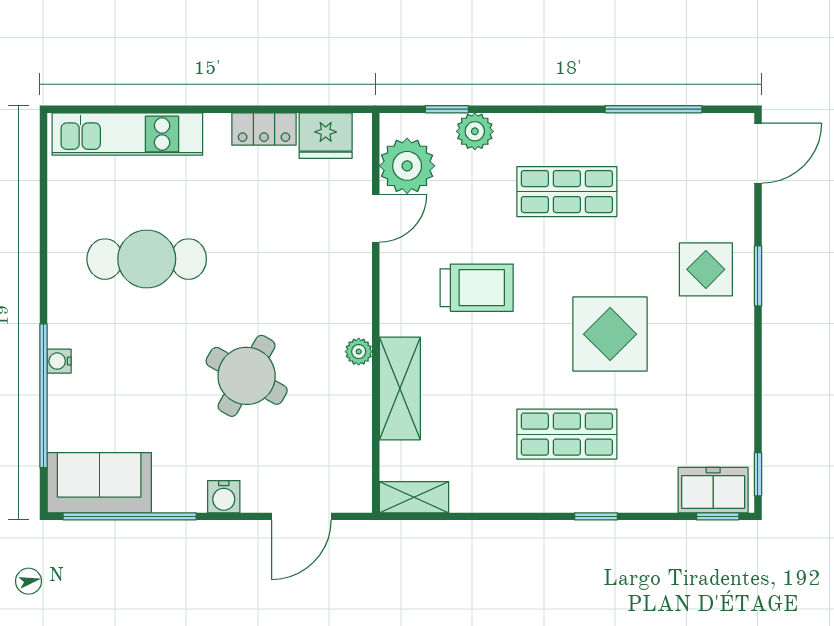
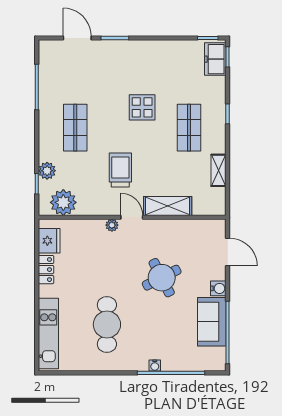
door: (758, 153) -> (77, 38), moved
door: (376, 218) -> (132, 217), moved
display table: (706, 269) -> (112, 62), removed
display table: (610, 334) -> (142, 107), width x0.73, depth x0.73
plant: (359, 352) -> (112, 225), moved
round table: (247, 376) -> (162, 278), turned 33
sofa: (99, 483) -> (212, 322), moved
shelving: (414, 497) -> (219, 170), moved

